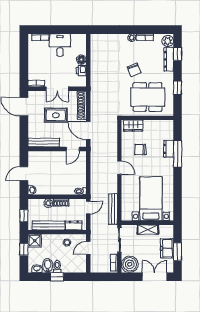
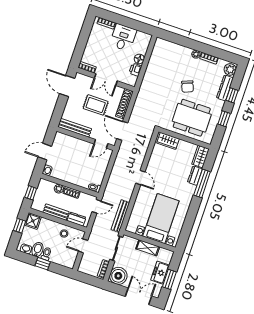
window: (178, 54) -> (232, 95), moved
wardrobe: (168, 130) -> (200, 157), added
chair: (140, 150) -> (167, 167), removed
bench: (49, 225) -> (56, 212), width x0.73

